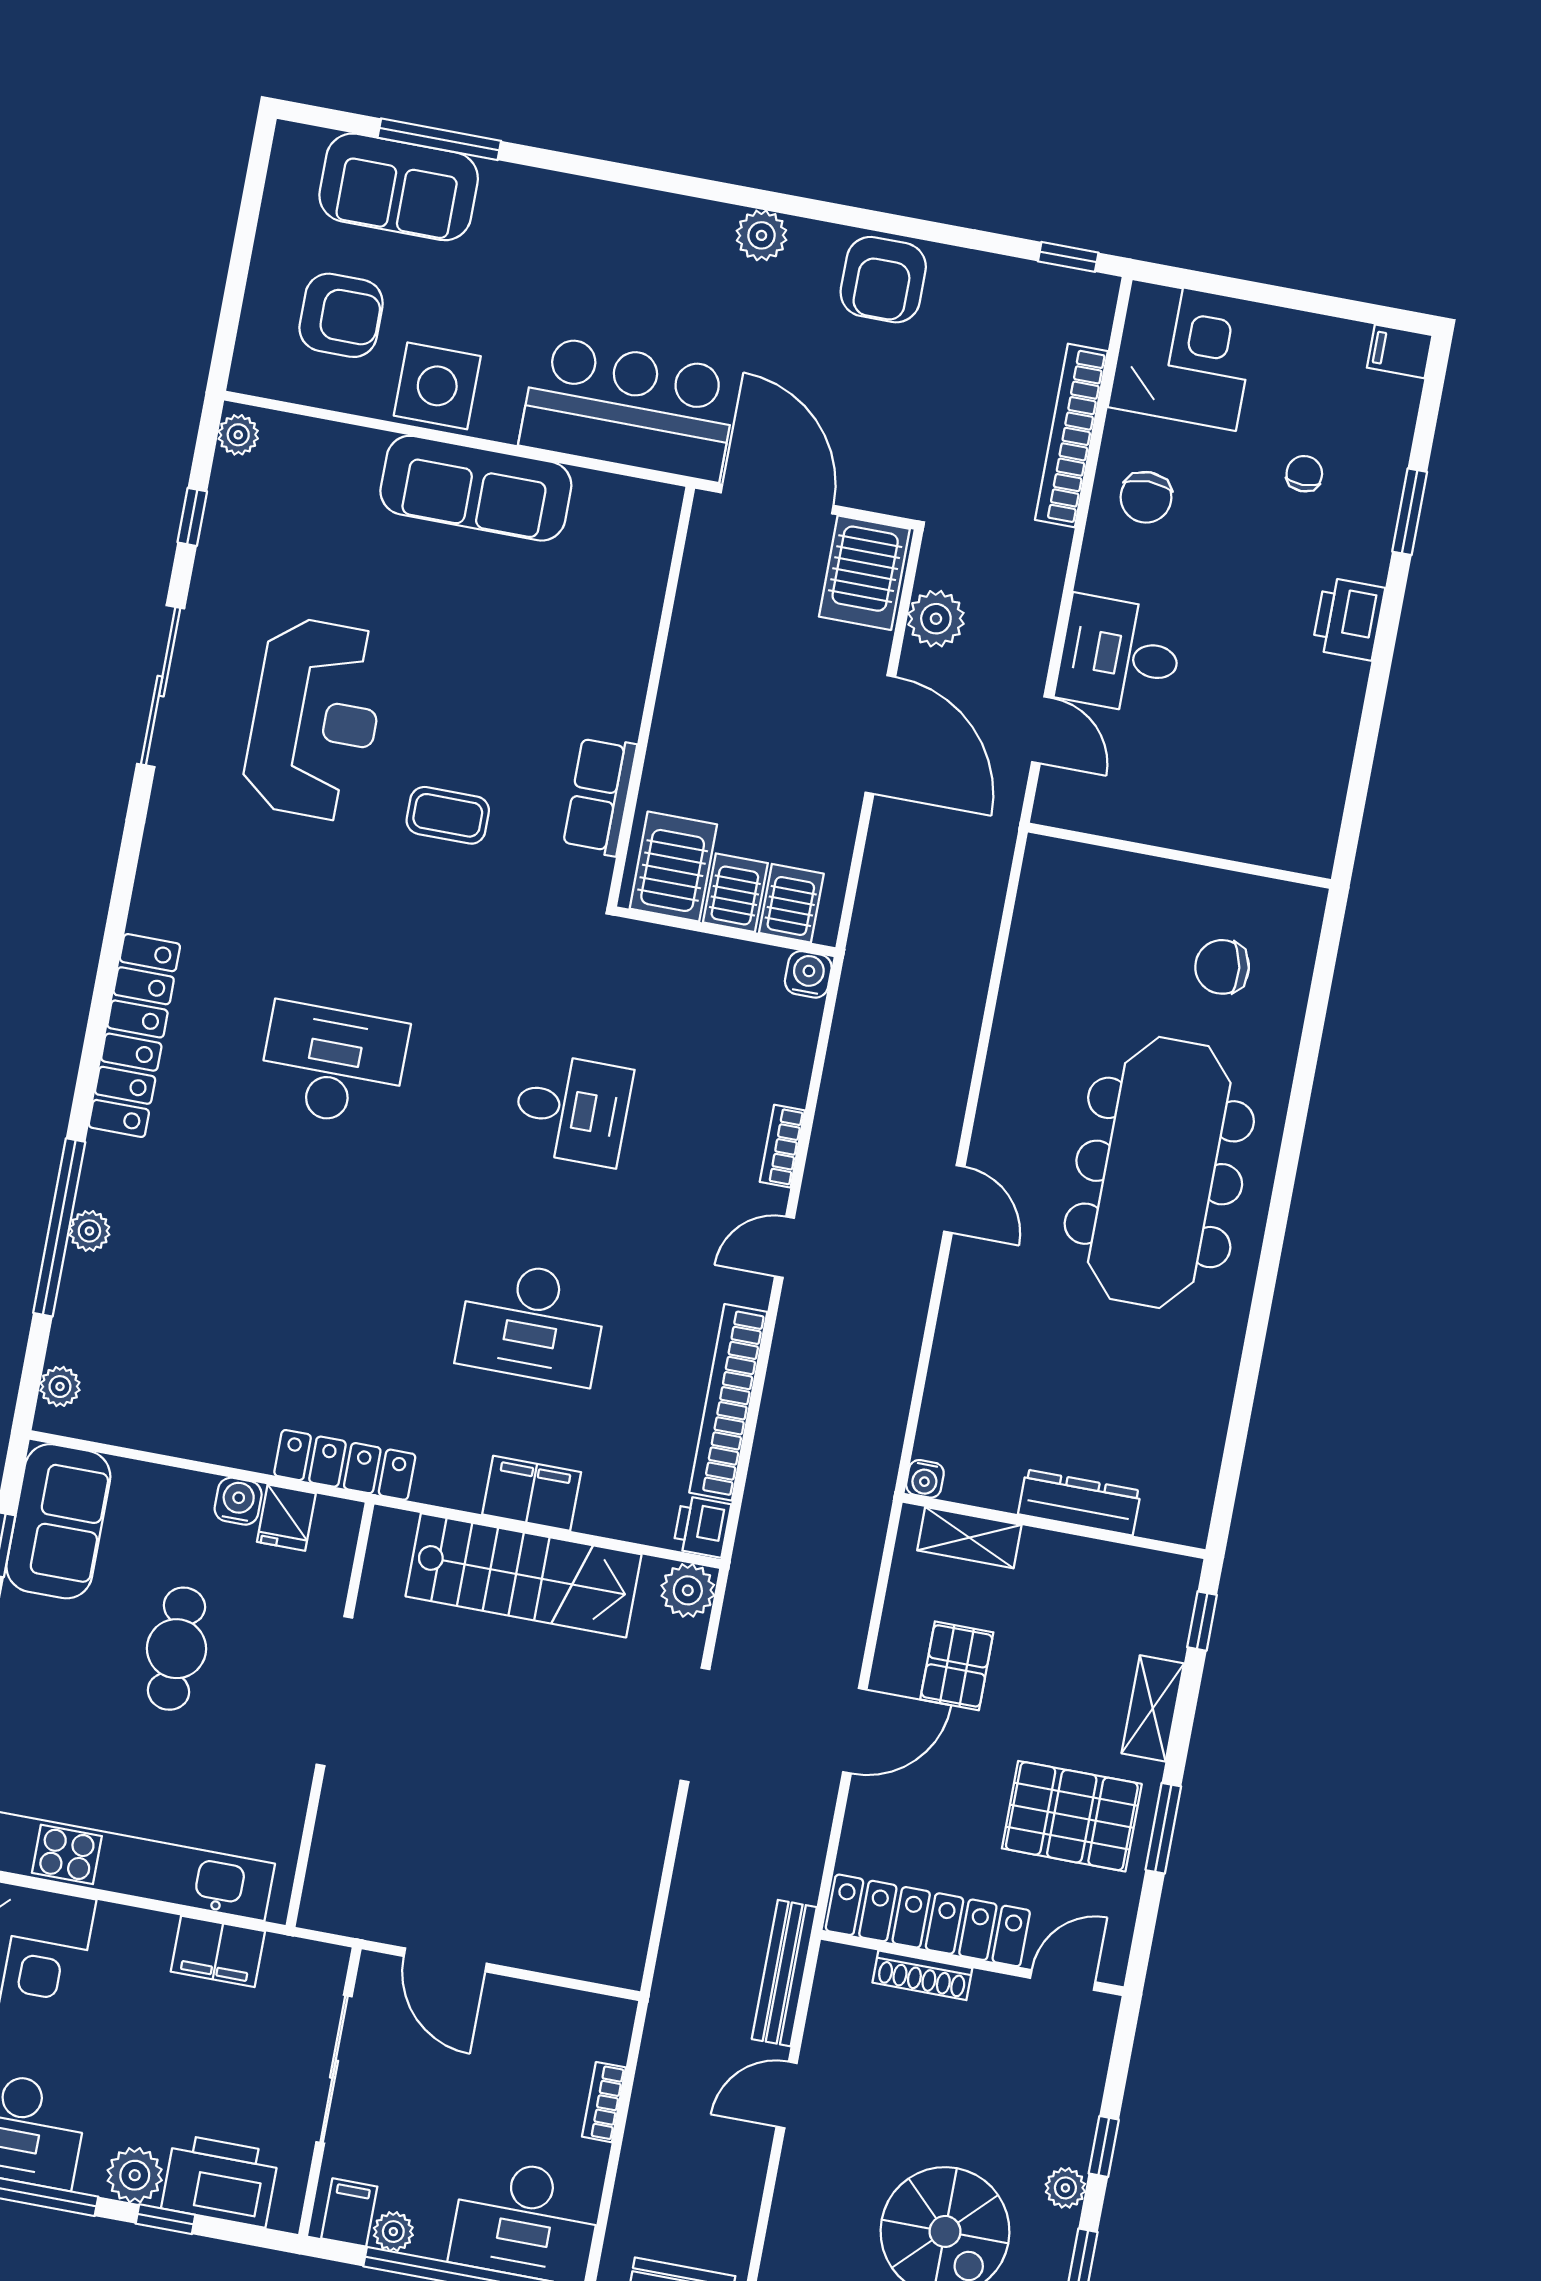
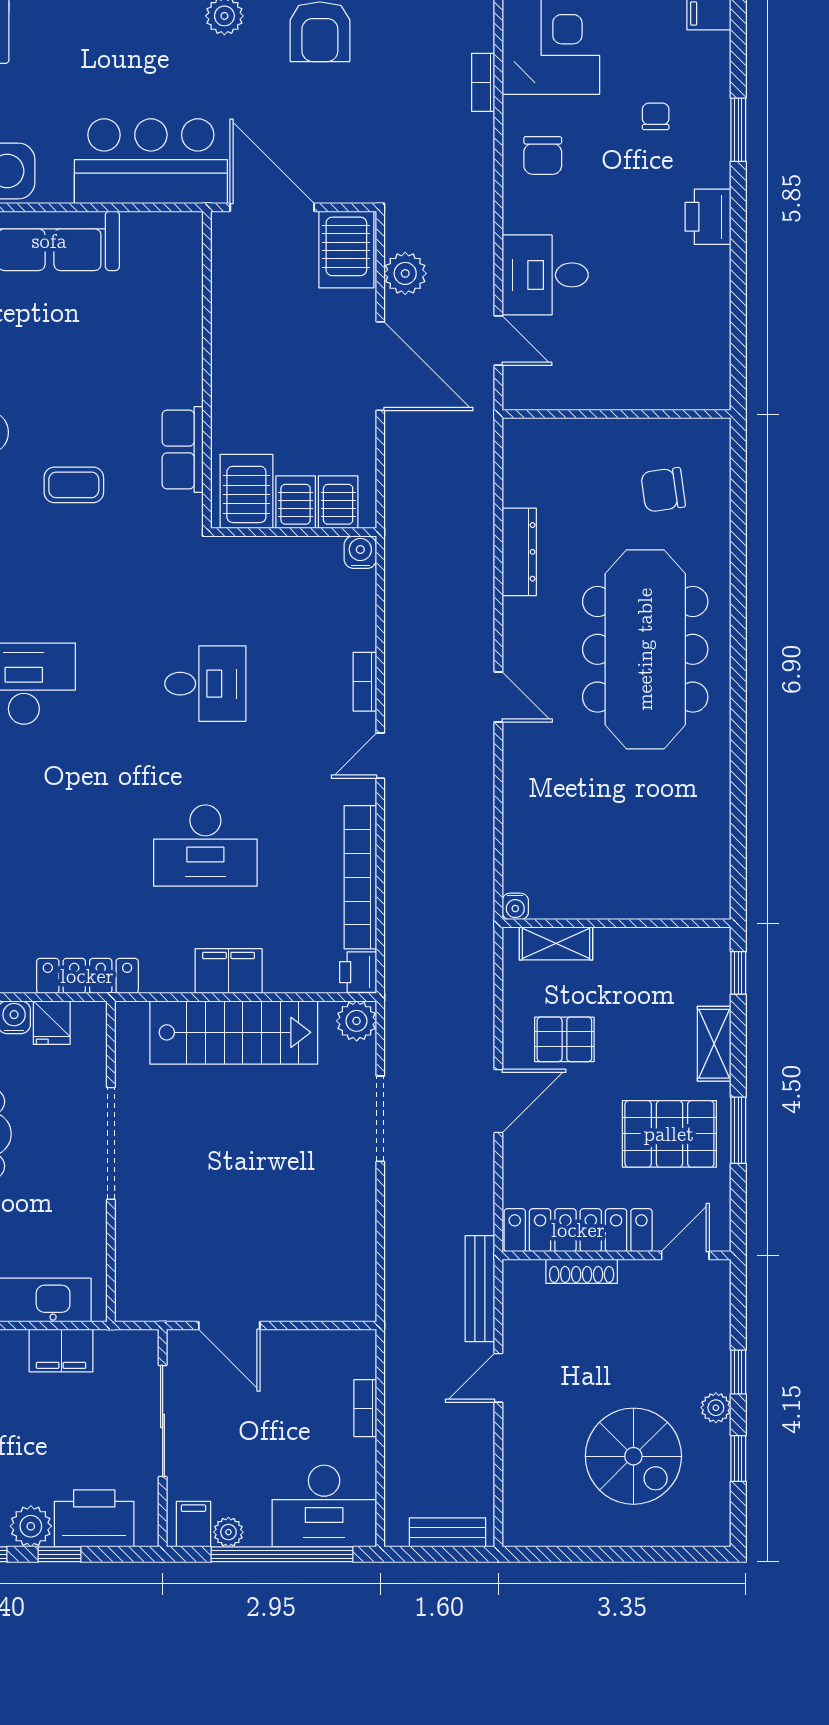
bookcase: (1071, 436) -> (483, 82), width x0.43, depth x0.76
dresser: (1079, 1502) -> (519, 552), moved, turned 90
pallet: (957, 1666) -> (564, 1039), turned 90

